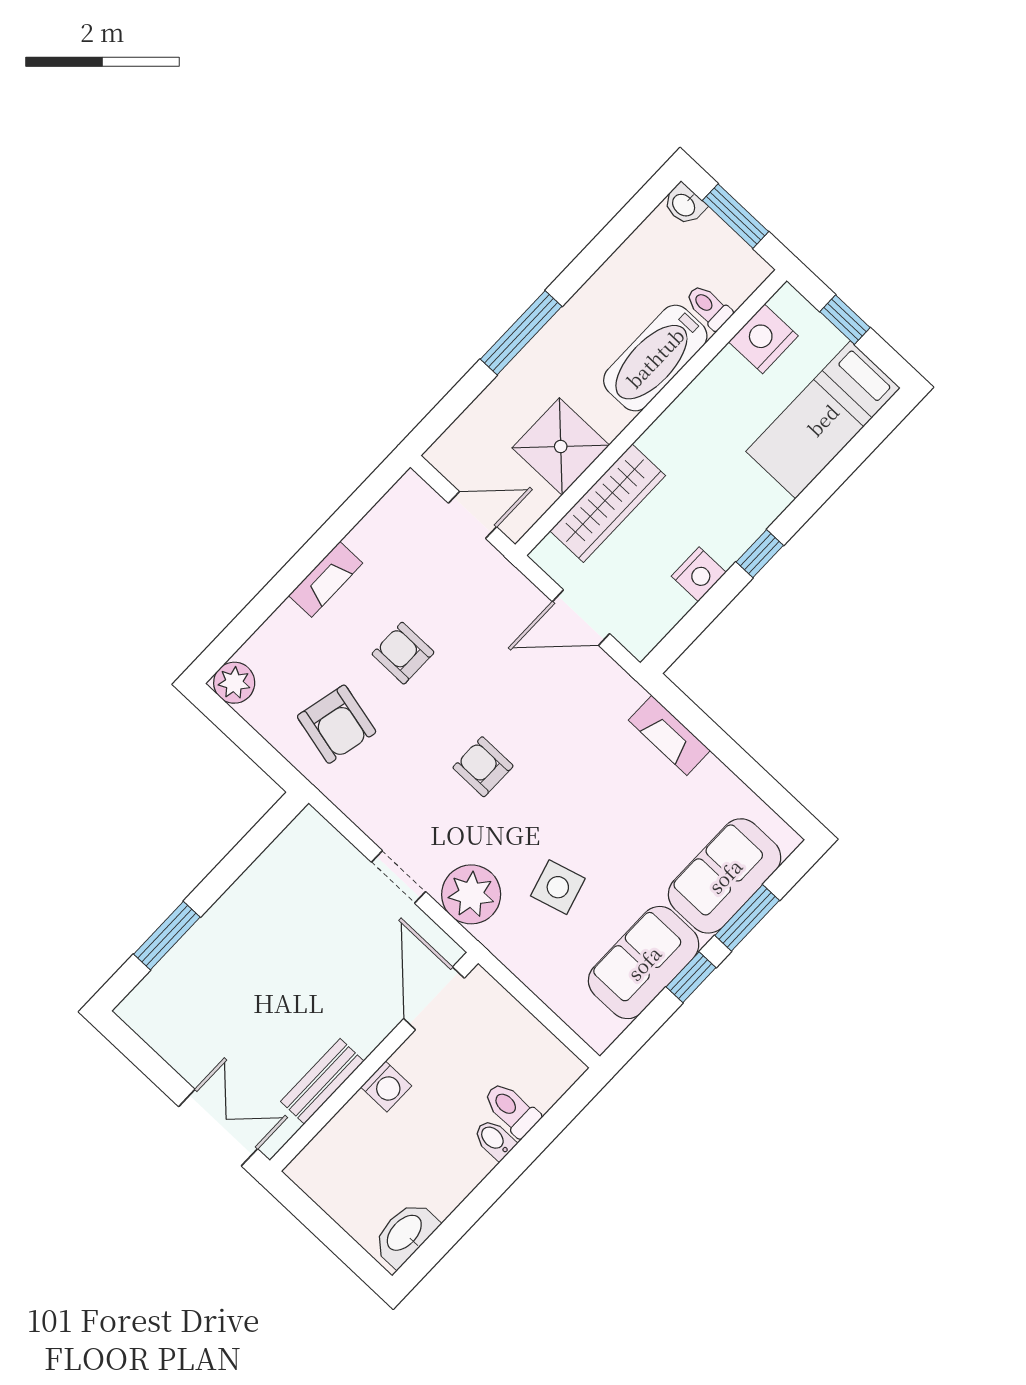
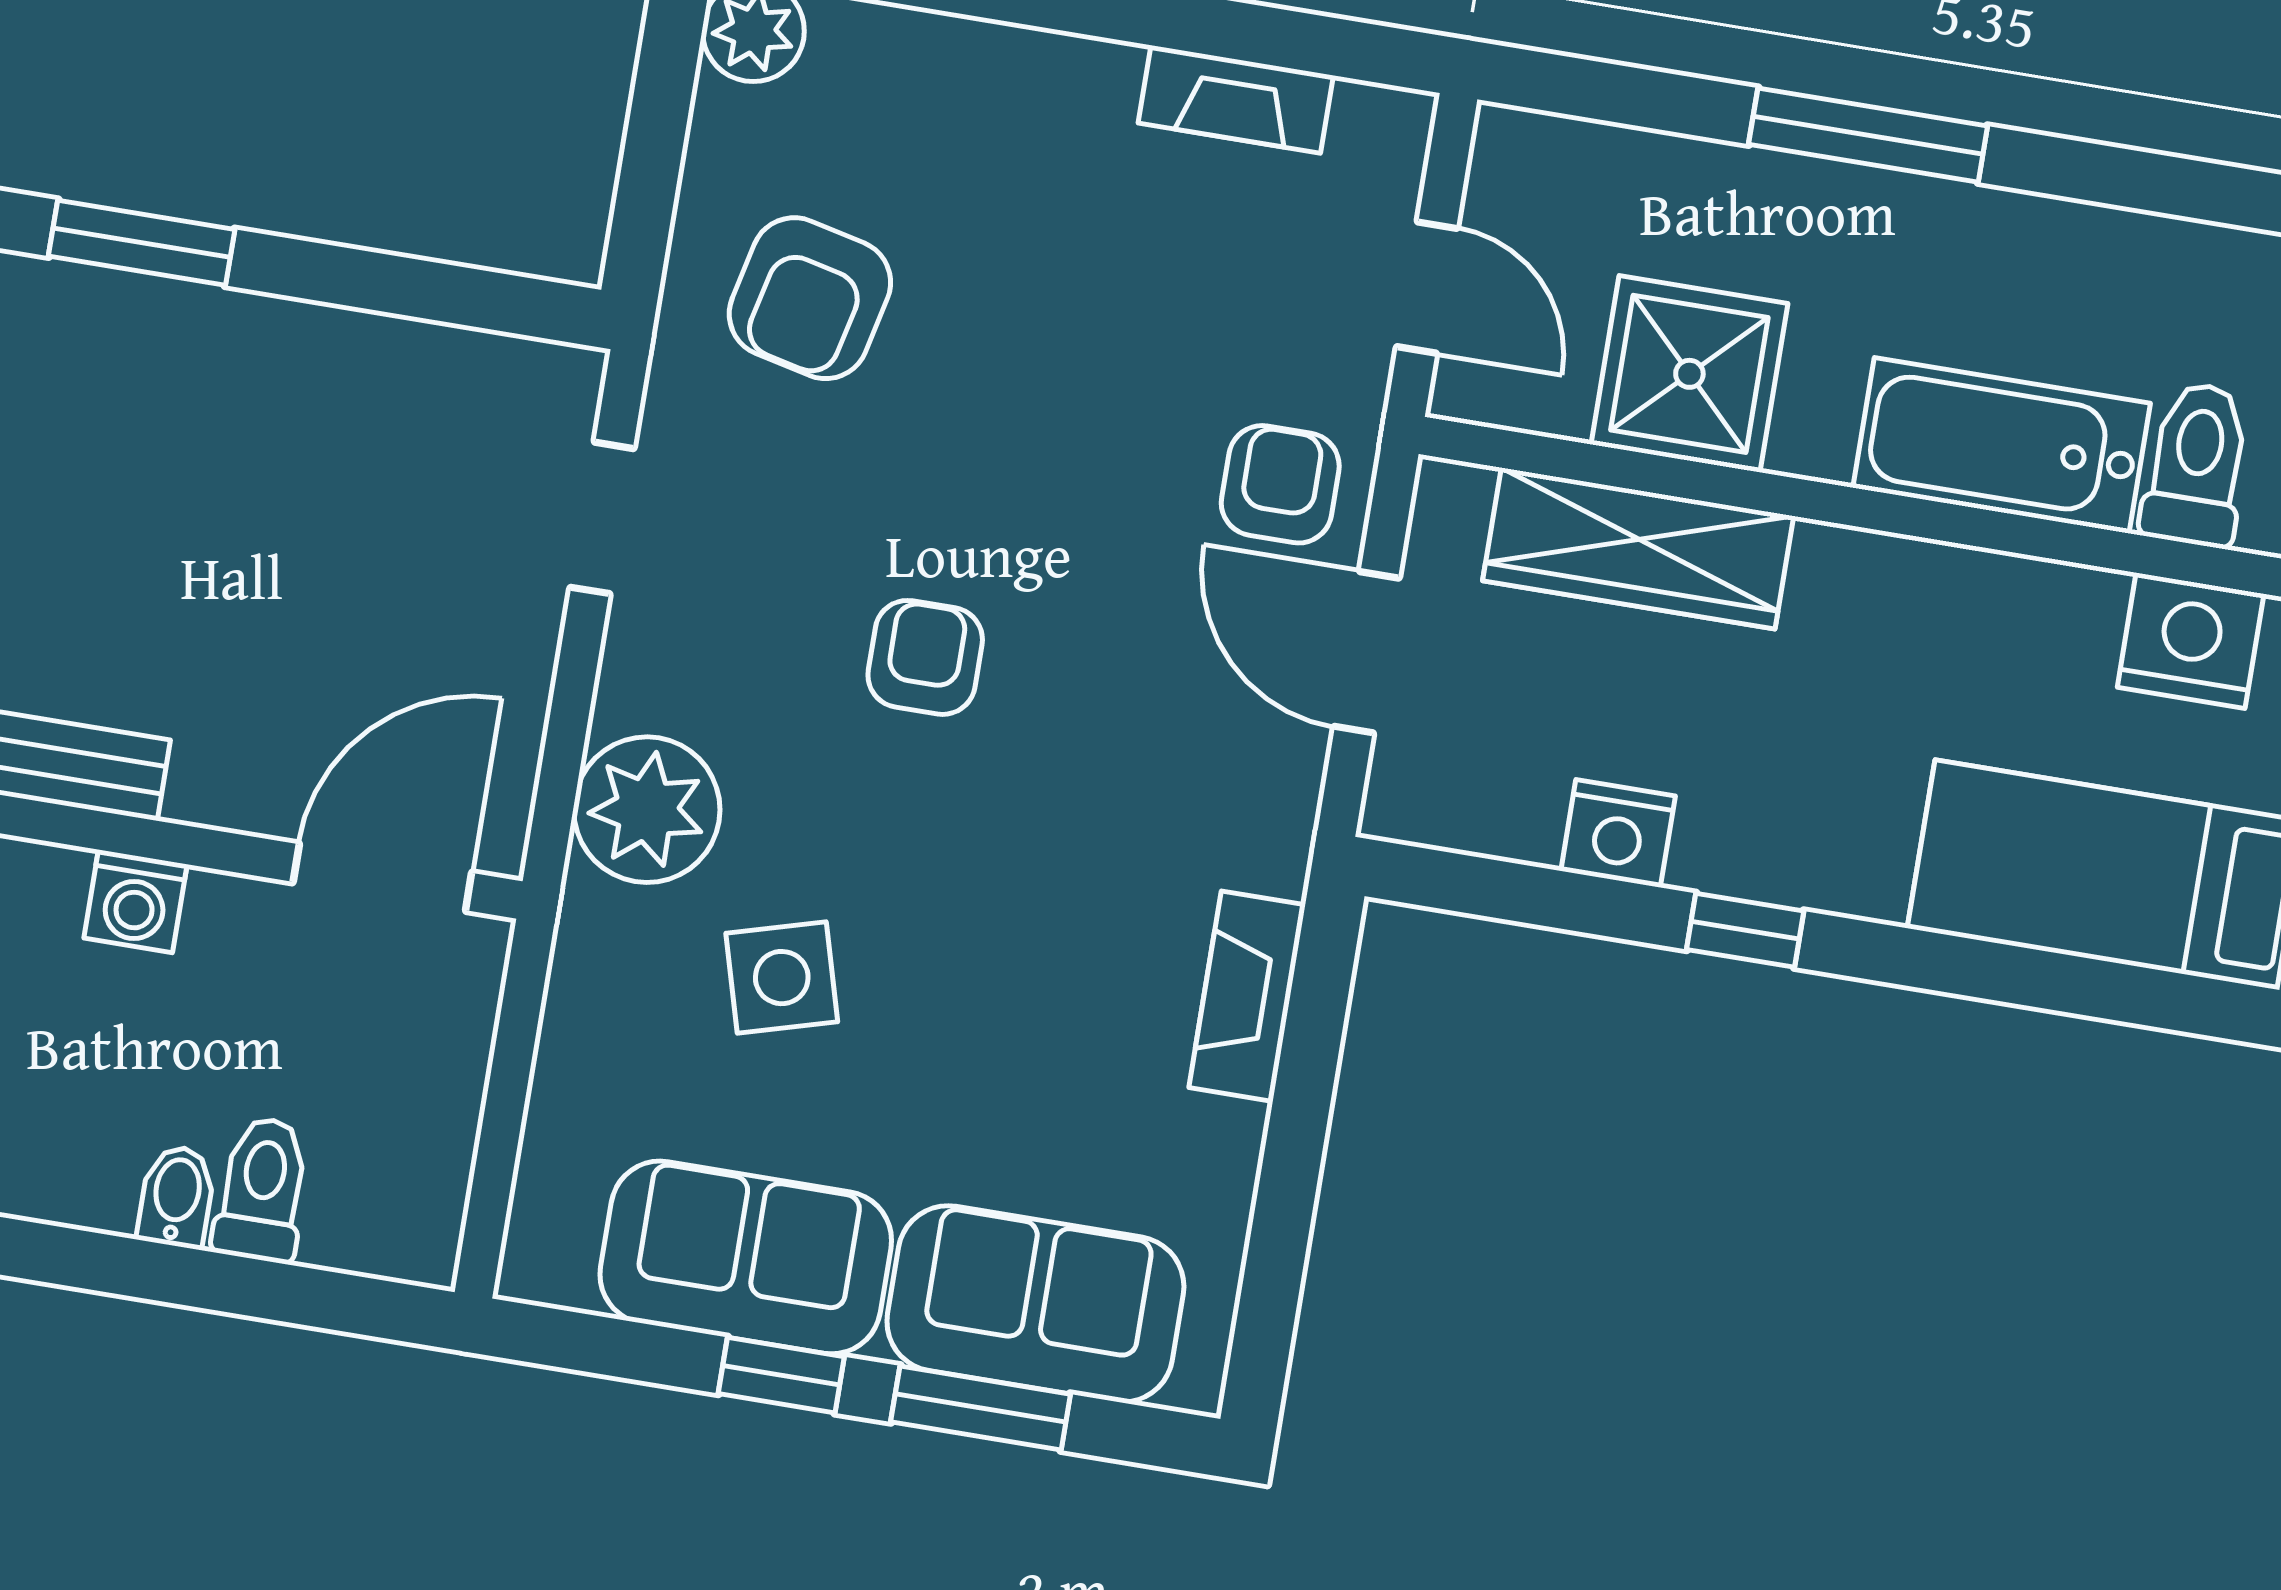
toilet: (709, 307) -> (2197, 464), width x1.37, depth x1.39
fireplace: (326, 579) -> (1236, 99), moved
armchair: (403, 653) -> (1280, 484), moved
doorway: (398, 877) -> (602, 518), moved

